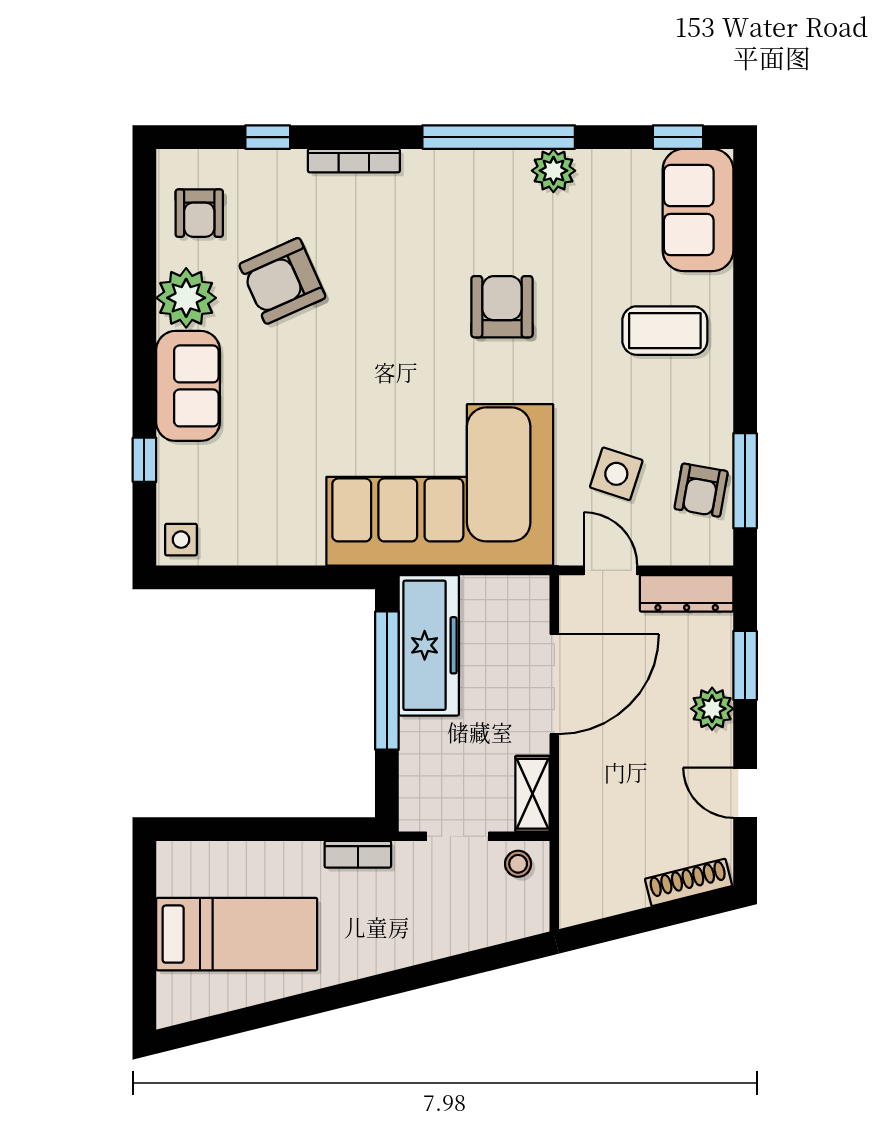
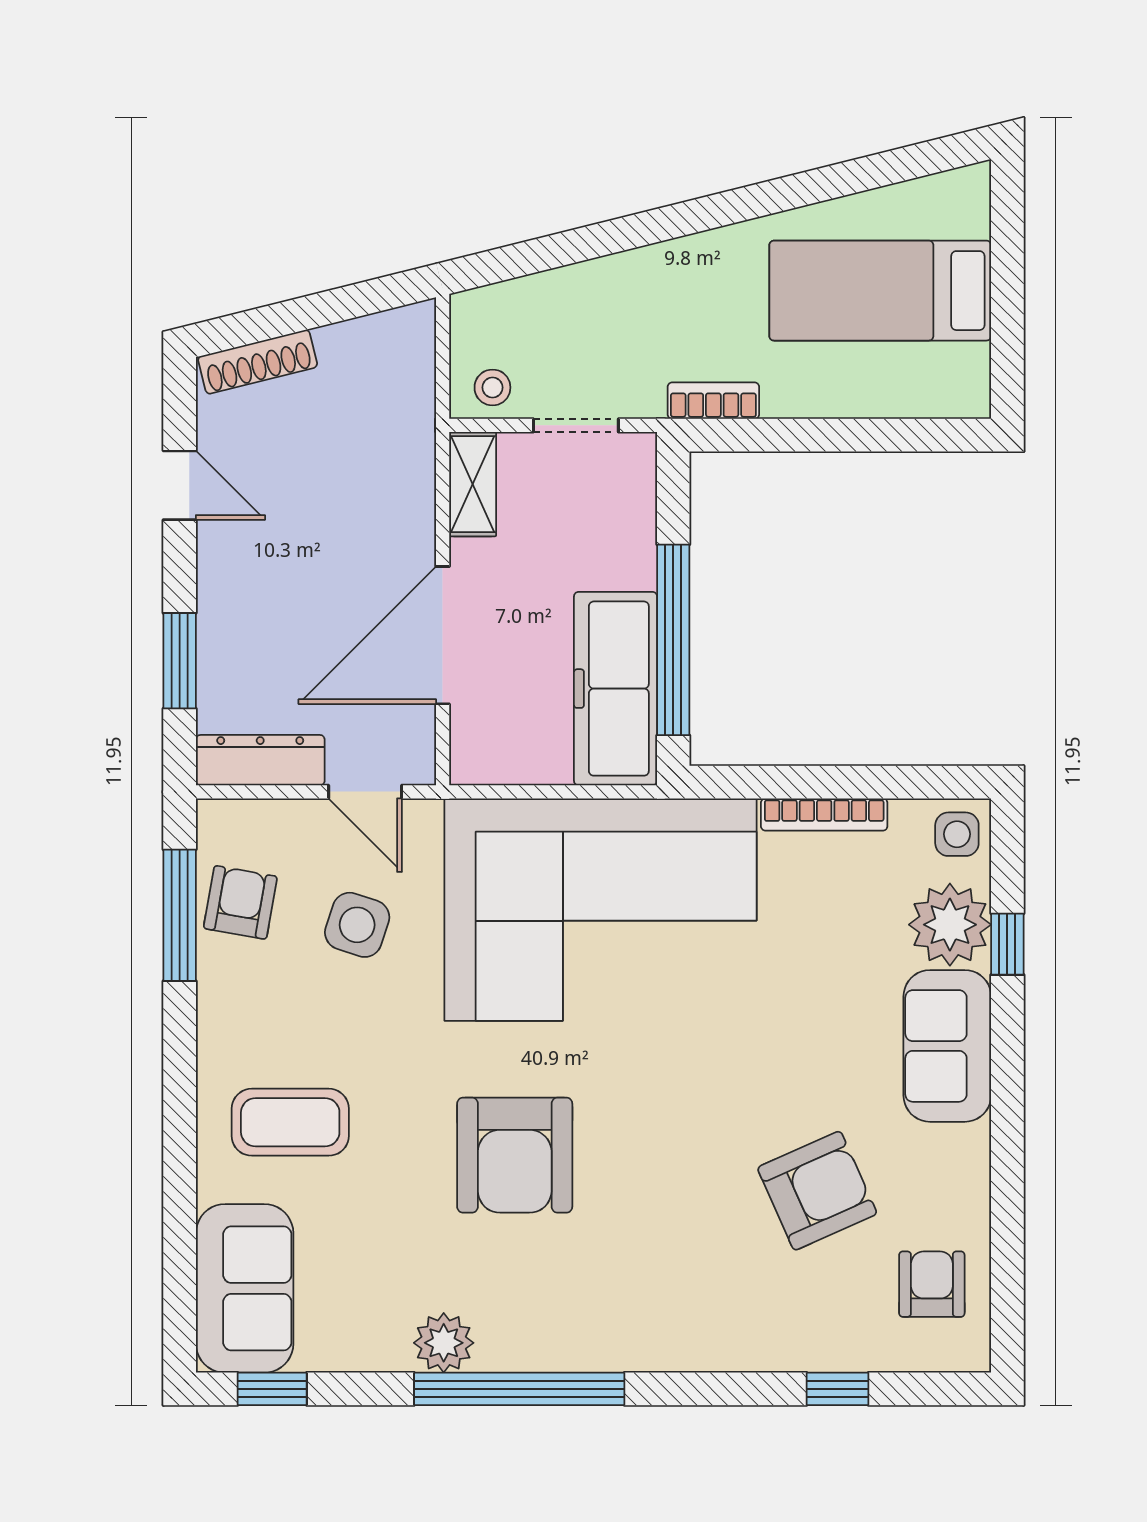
bookcase: (354, 161) -> (824, 815), moved, turned 180
plant: (186, 298) -> (950, 925), moved
armchair: (502, 307) -> (515, 1155), width x1.36, depth x1.36
plant: (712, 709) -> (225, 601), removed

